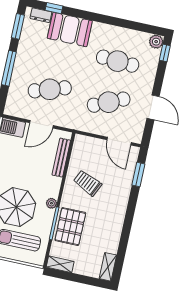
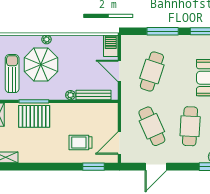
cafe table: (50, 89) -> (152, 72), turned 36
trolley: (88, 183) -> (80, 143), moved, turned -115
plant: (51, 203) -> (70, 95), moved

